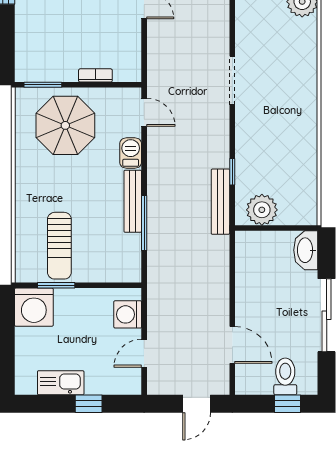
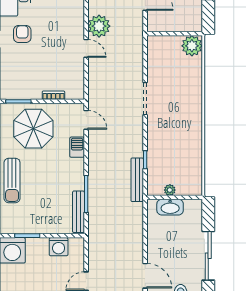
bench: (133, 201) -> (78, 212), moved
plant: (262, 210) -> (170, 190), width x0.53, depth x0.53
sun lounger: (59, 246) -> (12, 180), moved
washbasin: (306, 250) -> (170, 207), moved, turned -90
washing machine: (128, 314) -> (59, 247), moved, turned -90

